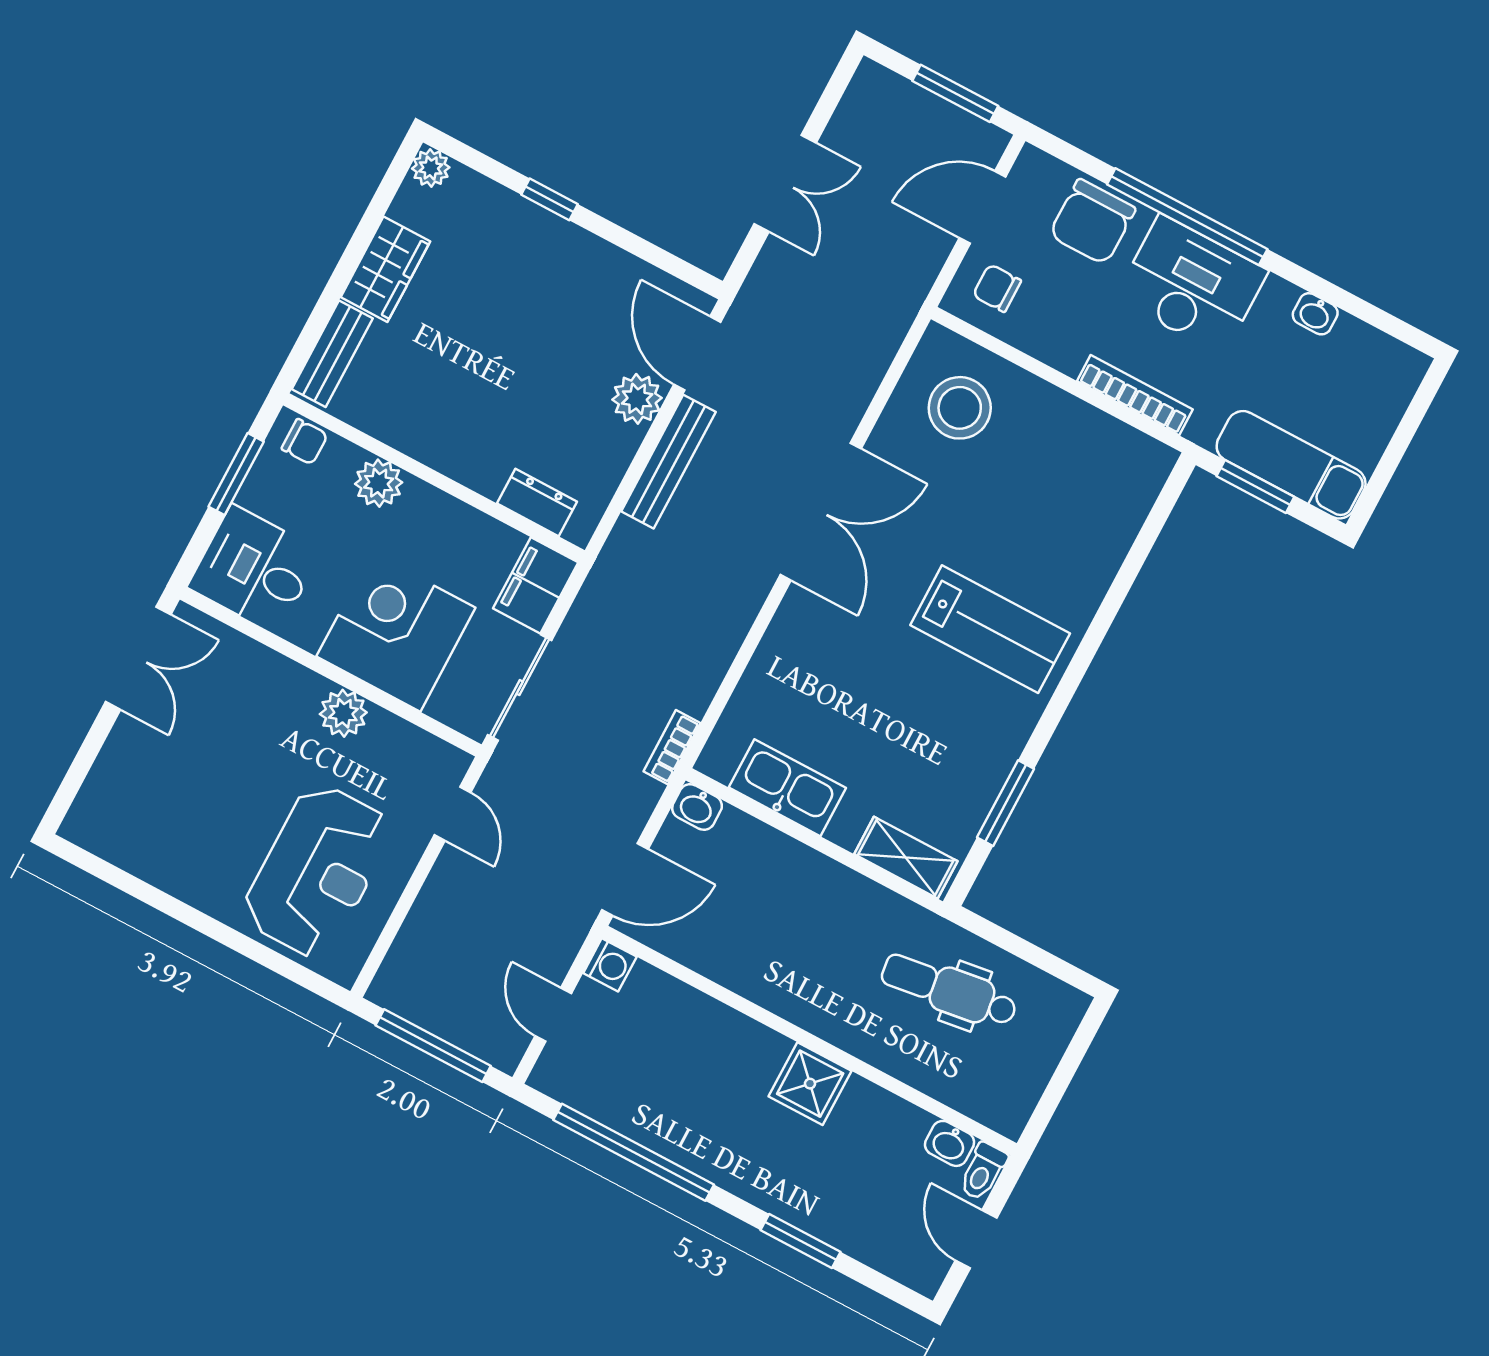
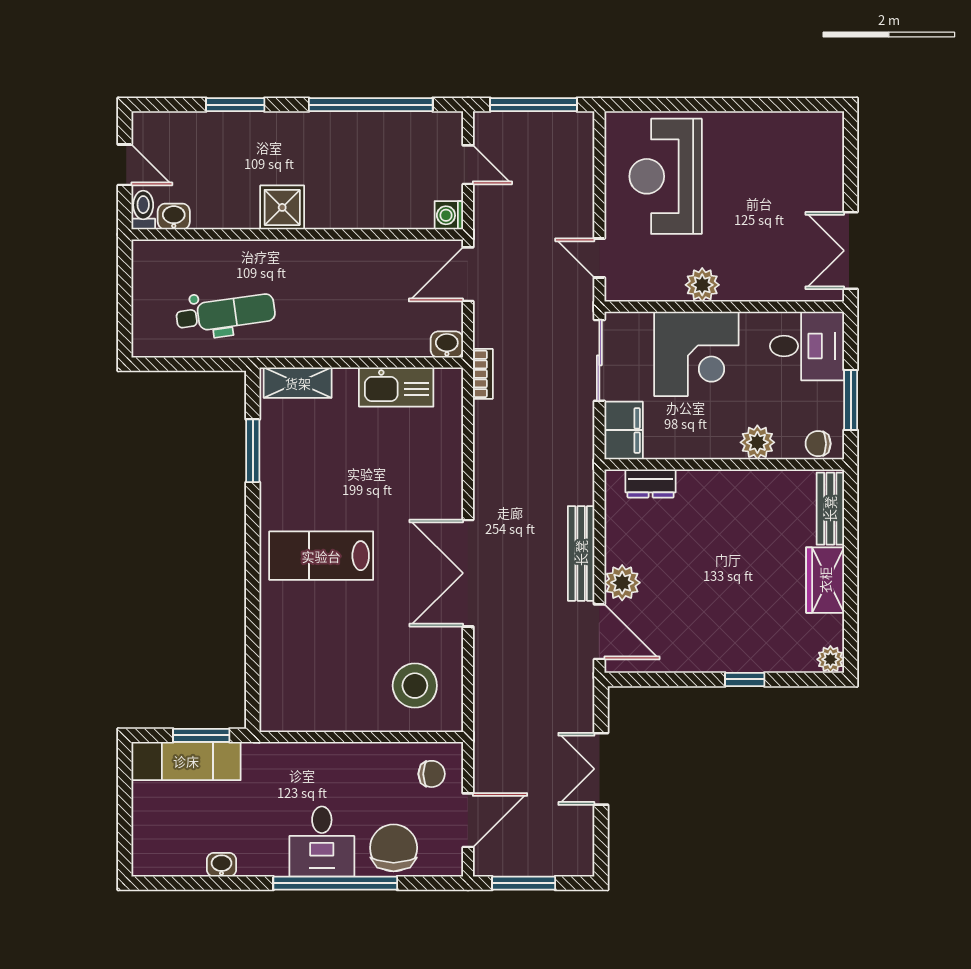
desk: (1191, 285) -> (322, 842), width x0.73
bookcase: (1135, 395) -> (308, 753), removed

